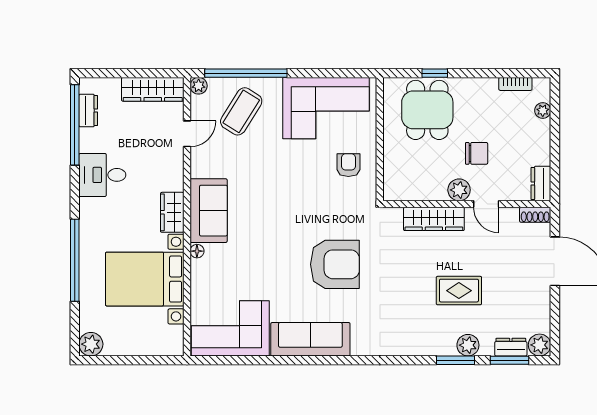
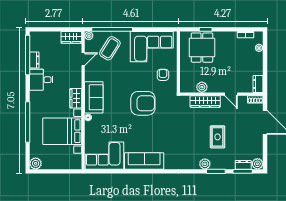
wardrobe: (153, 89) -> (71, 37), width x0.67
dresser: (88, 110) -> (34, 60), moved
chair: (477, 153) -> (226, 69), removed
plant: (459, 190) -> (202, 87), moved
armchair: (335, 264) -> (143, 103), moved
rug: (459, 291) -> (218, 137), turned 90
plant: (468, 345) -> (205, 164), moved

